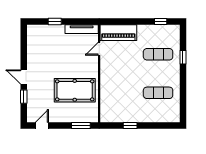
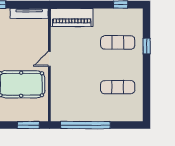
door: (99, 49) -> (49, 59), moved
window: (130, 126) -> (85, 125), width x3.17

